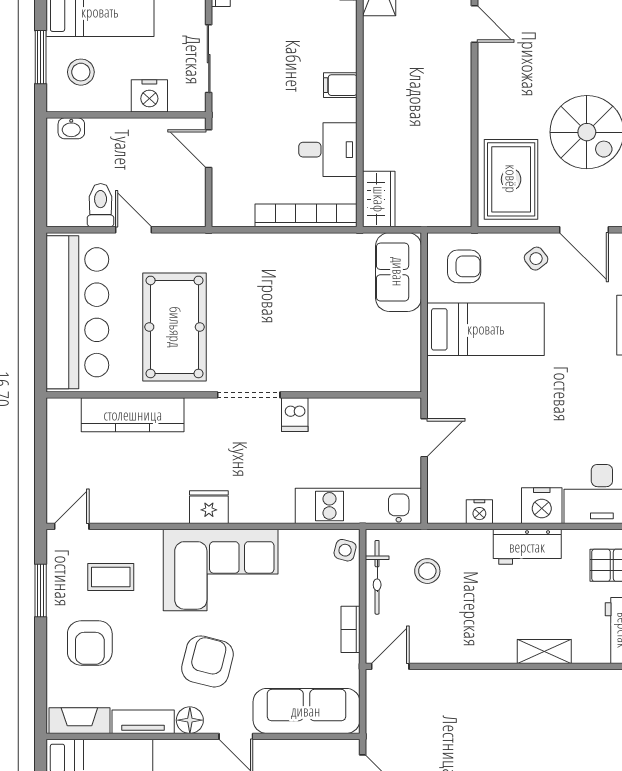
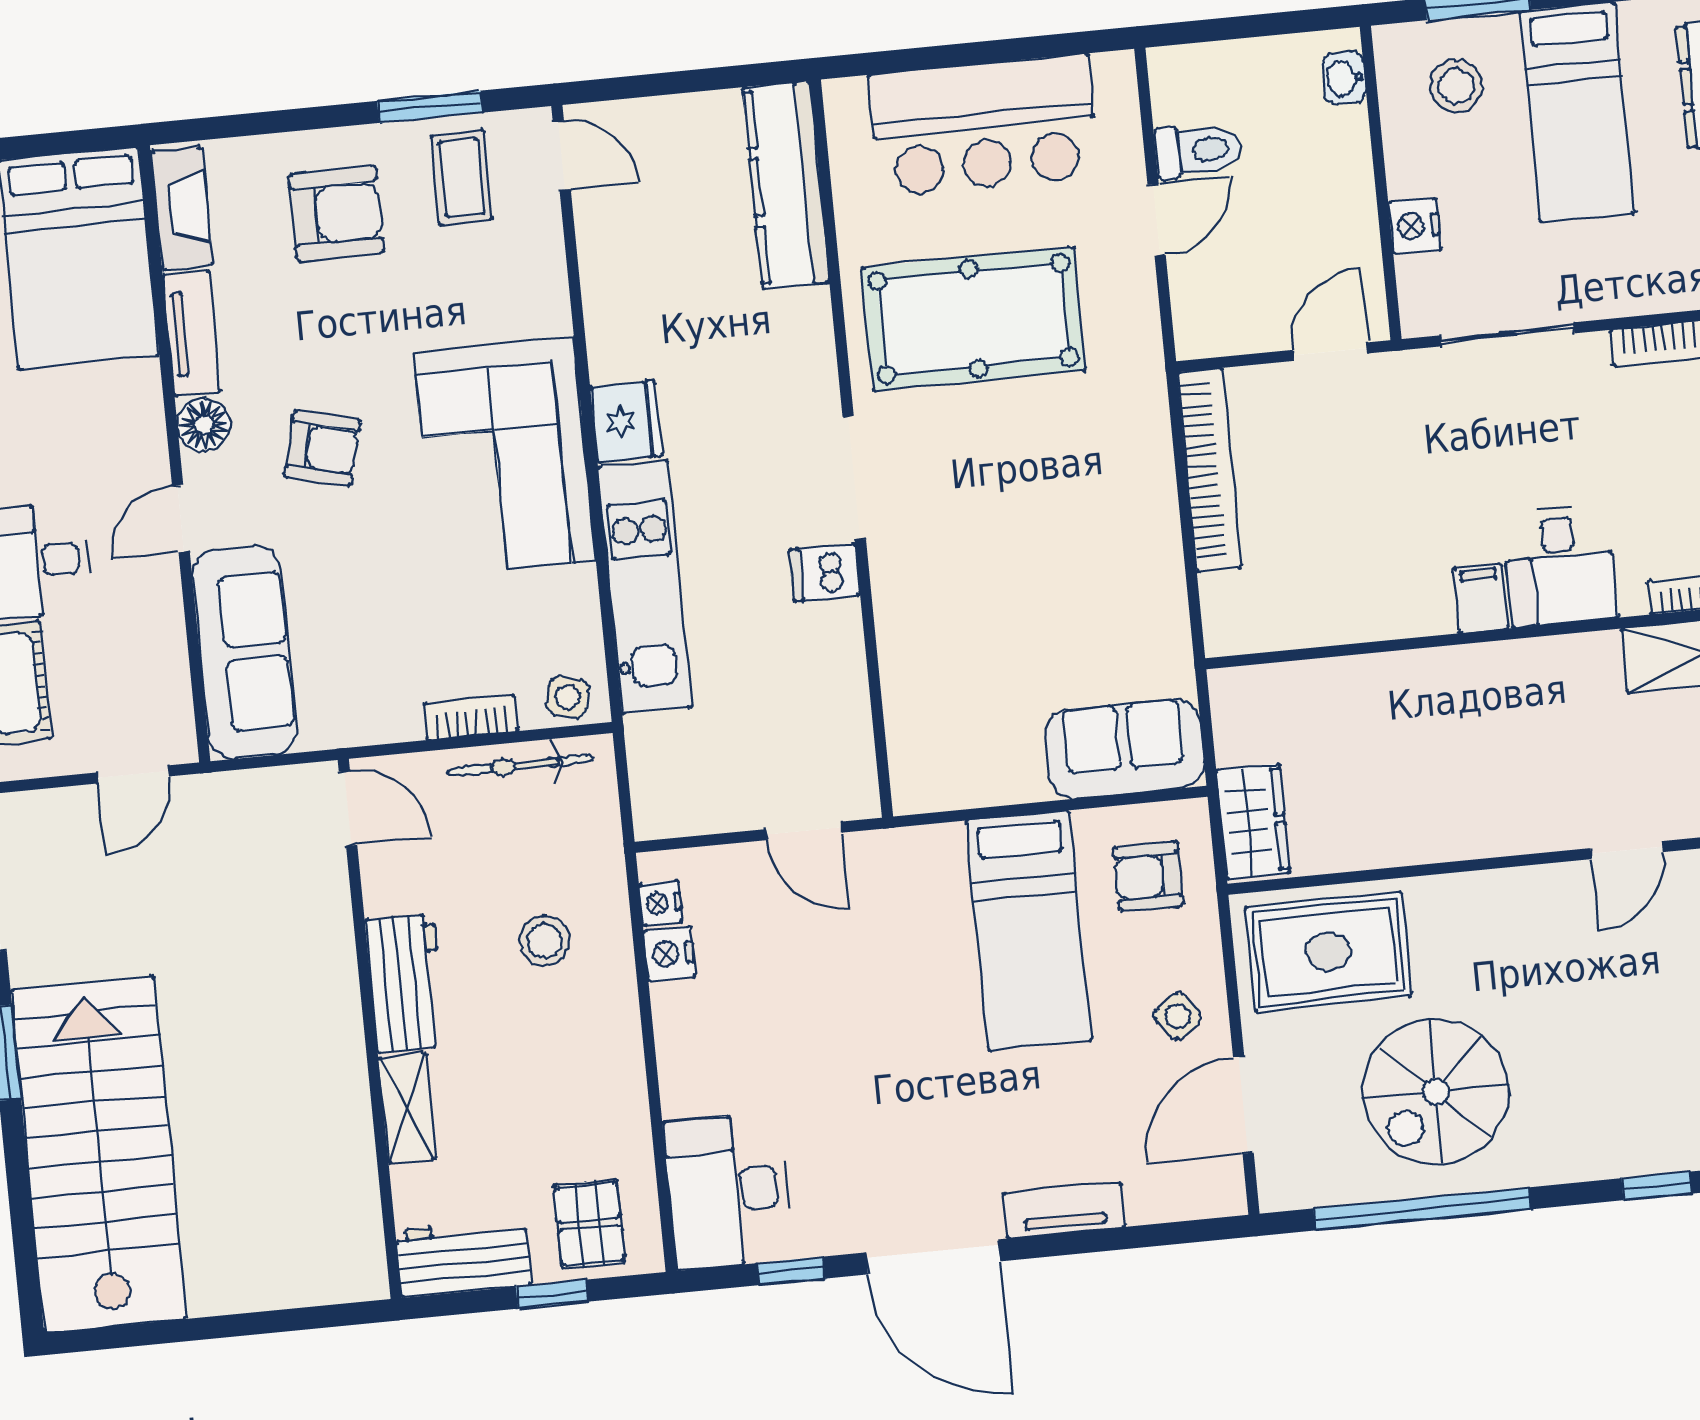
nightstand: (149, 96) -> (1415, 226), width x0.74, depth x0.75
desk: (328, 150) -> (1560, 566), moved
wardrobe: (379, 199) -> (1253, 821), moved, turned -90
bookcase: (306, 215) -> (1210, 470), moved
armchair: (464, 266) -> (1148, 876), turned 90
bar counter: (77, 312) -> (984, 125), width x0.73
kitchen counter: (133, 415) -> (786, 185), moved
kitchen unit: (358, 506) -> (645, 587), moved
nightstand: (542, 506) -> (661, 903), moved, width x0.53, depth x0.56
workbench: (527, 547) -> (405, 983), moved, turned 180
stool: (427, 571) -> (544, 941), moved
coffee table: (111, 577) -> (462, 178), moved
bookcase: (350, 629) -> (471, 717), moved
armchair: (90, 643) -> (336, 214), turned 180
armchair: (207, 661) -> (323, 448), width x0.72, depth x0.72

